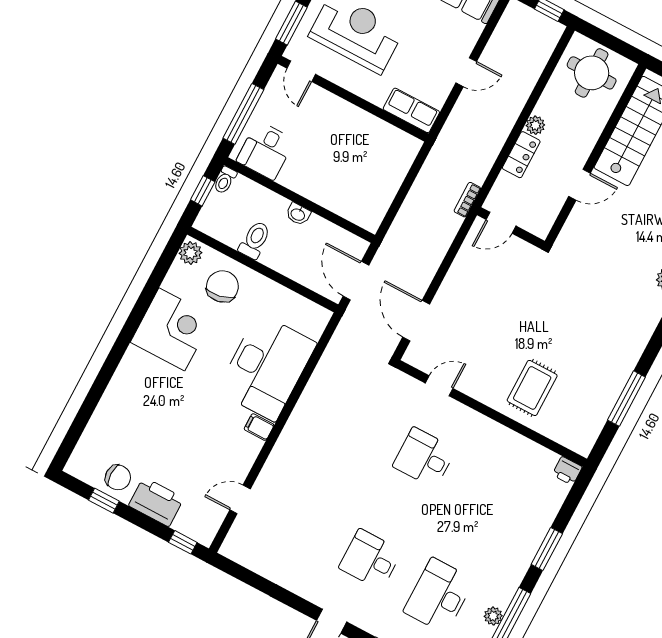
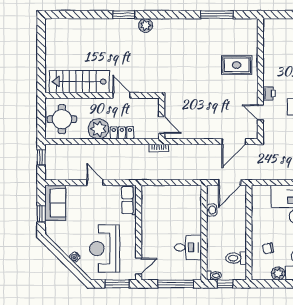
plant: (535, 125) -> (98, 129), width x1.88, depth x1.88
desk: (266, 150) -> (188, 247), moved
washbasin: (298, 214) -> (212, 210), moved
toilet: (255, 240) -> (236, 258), moved
plant: (190, 253) -> (278, 273), moved
chair: (222, 286) -> (268, 248), width x0.54, depth x0.54
printer: (567, 471) -> (269, 93), moved

